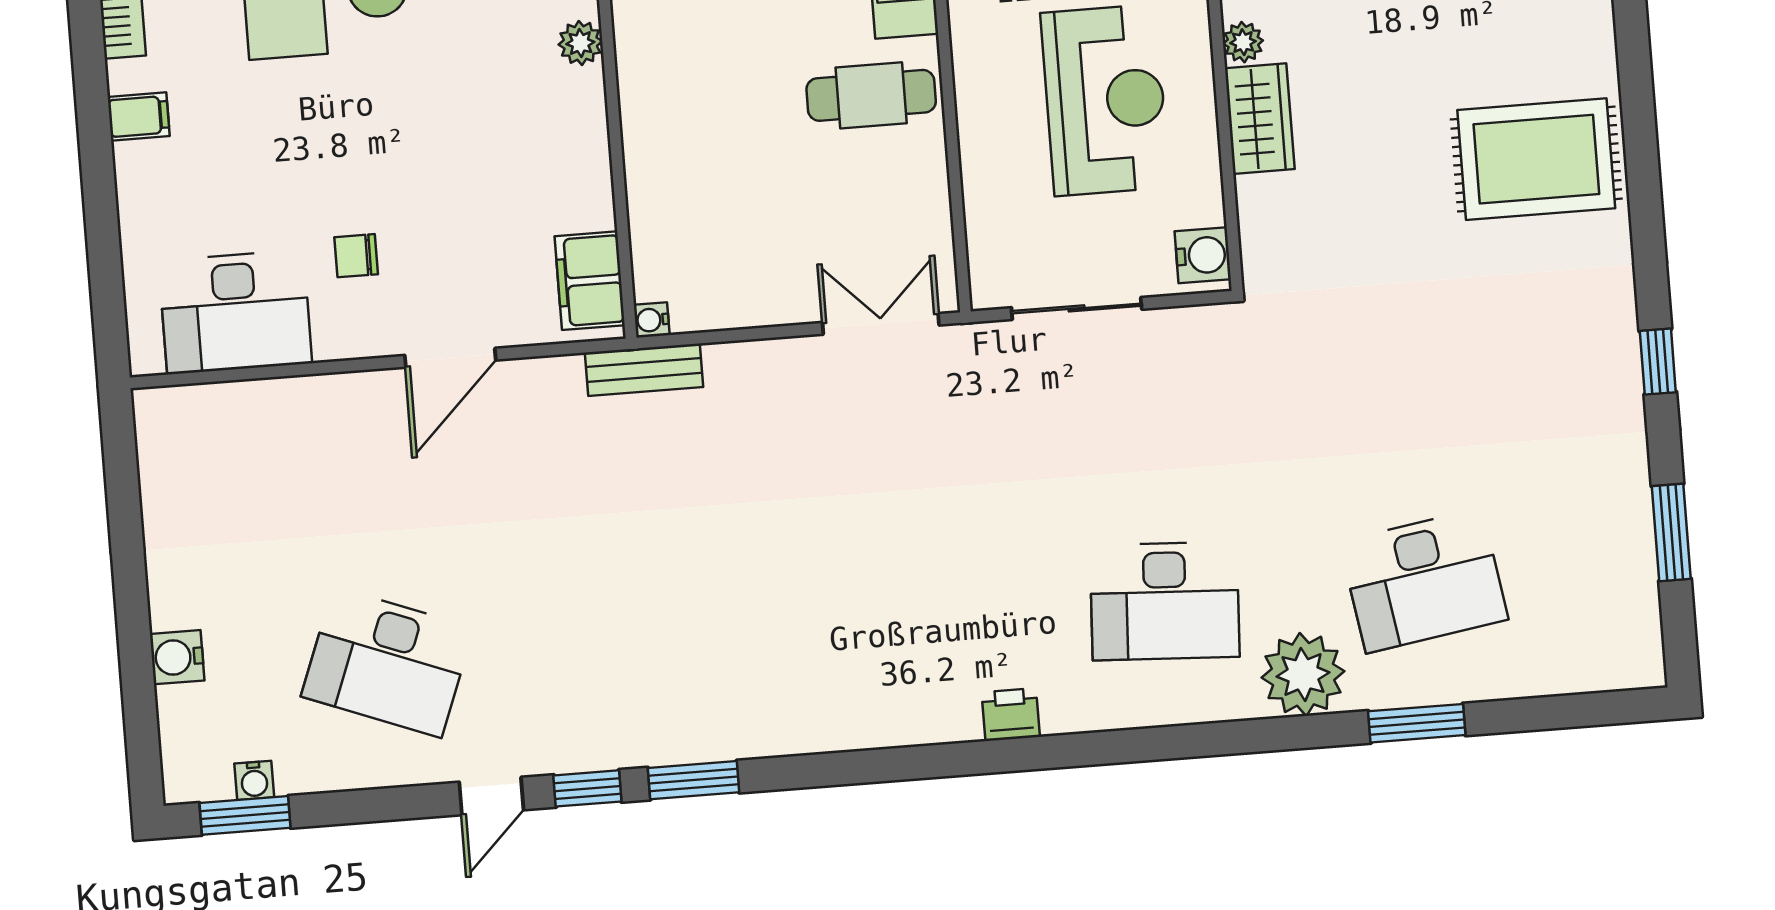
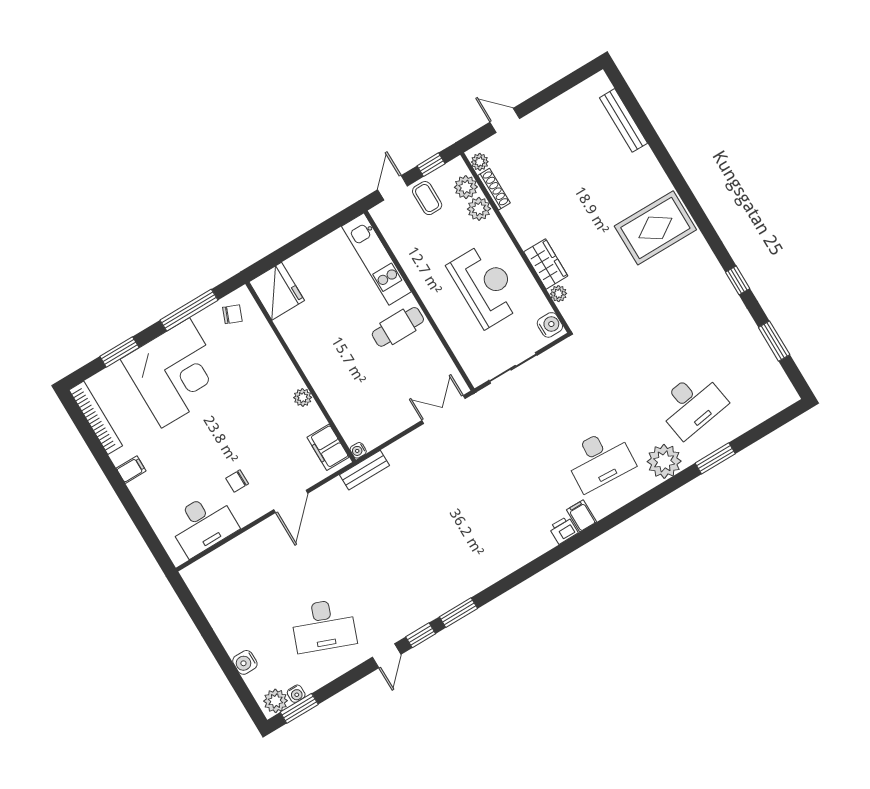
plant: (1243, 42) -> (558, 294), moved
plant: (580, 43) -> (303, 397), moved
filing cabinet: (1065, 703) -> (582, 516), added
plant: (202, 774) -> (276, 701), added

